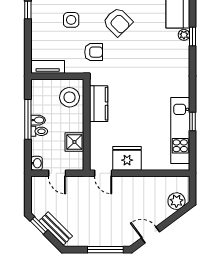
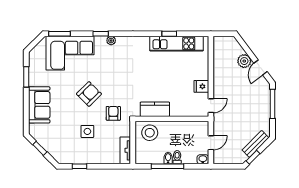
plant: (184, 35) -> (111, 41), moved
shower: (74, 142) -> (186, 129), removed
fridge: (127, 158) -> (201, 86), width x0.53, depth x0.75
plant: (176, 201) -> (244, 61), moved

